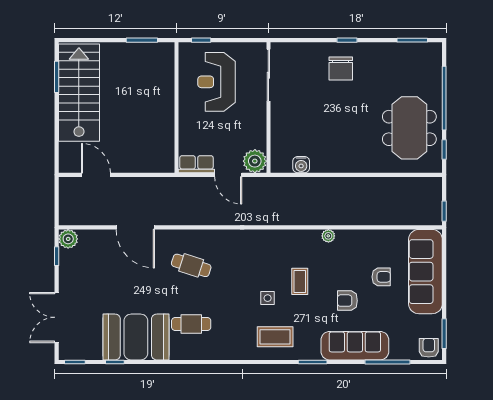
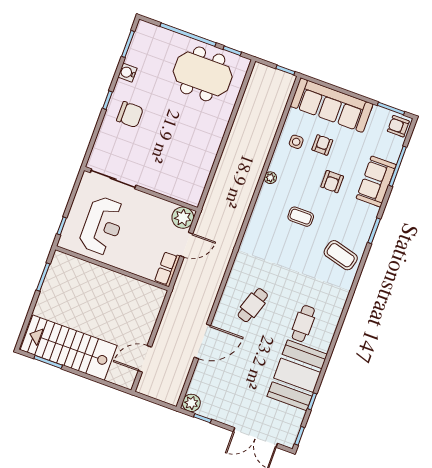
reception desk: (216, 82) -> (102, 226), turned -90
water cooler: (301, 165) -> (127, 73), moved, turned 180
side table: (268, 298) -> (296, 142), moved
coffee table: (275, 337) -> (341, 255), turned -75
sofa: (355, 346) -> (376, 182), width x0.73

